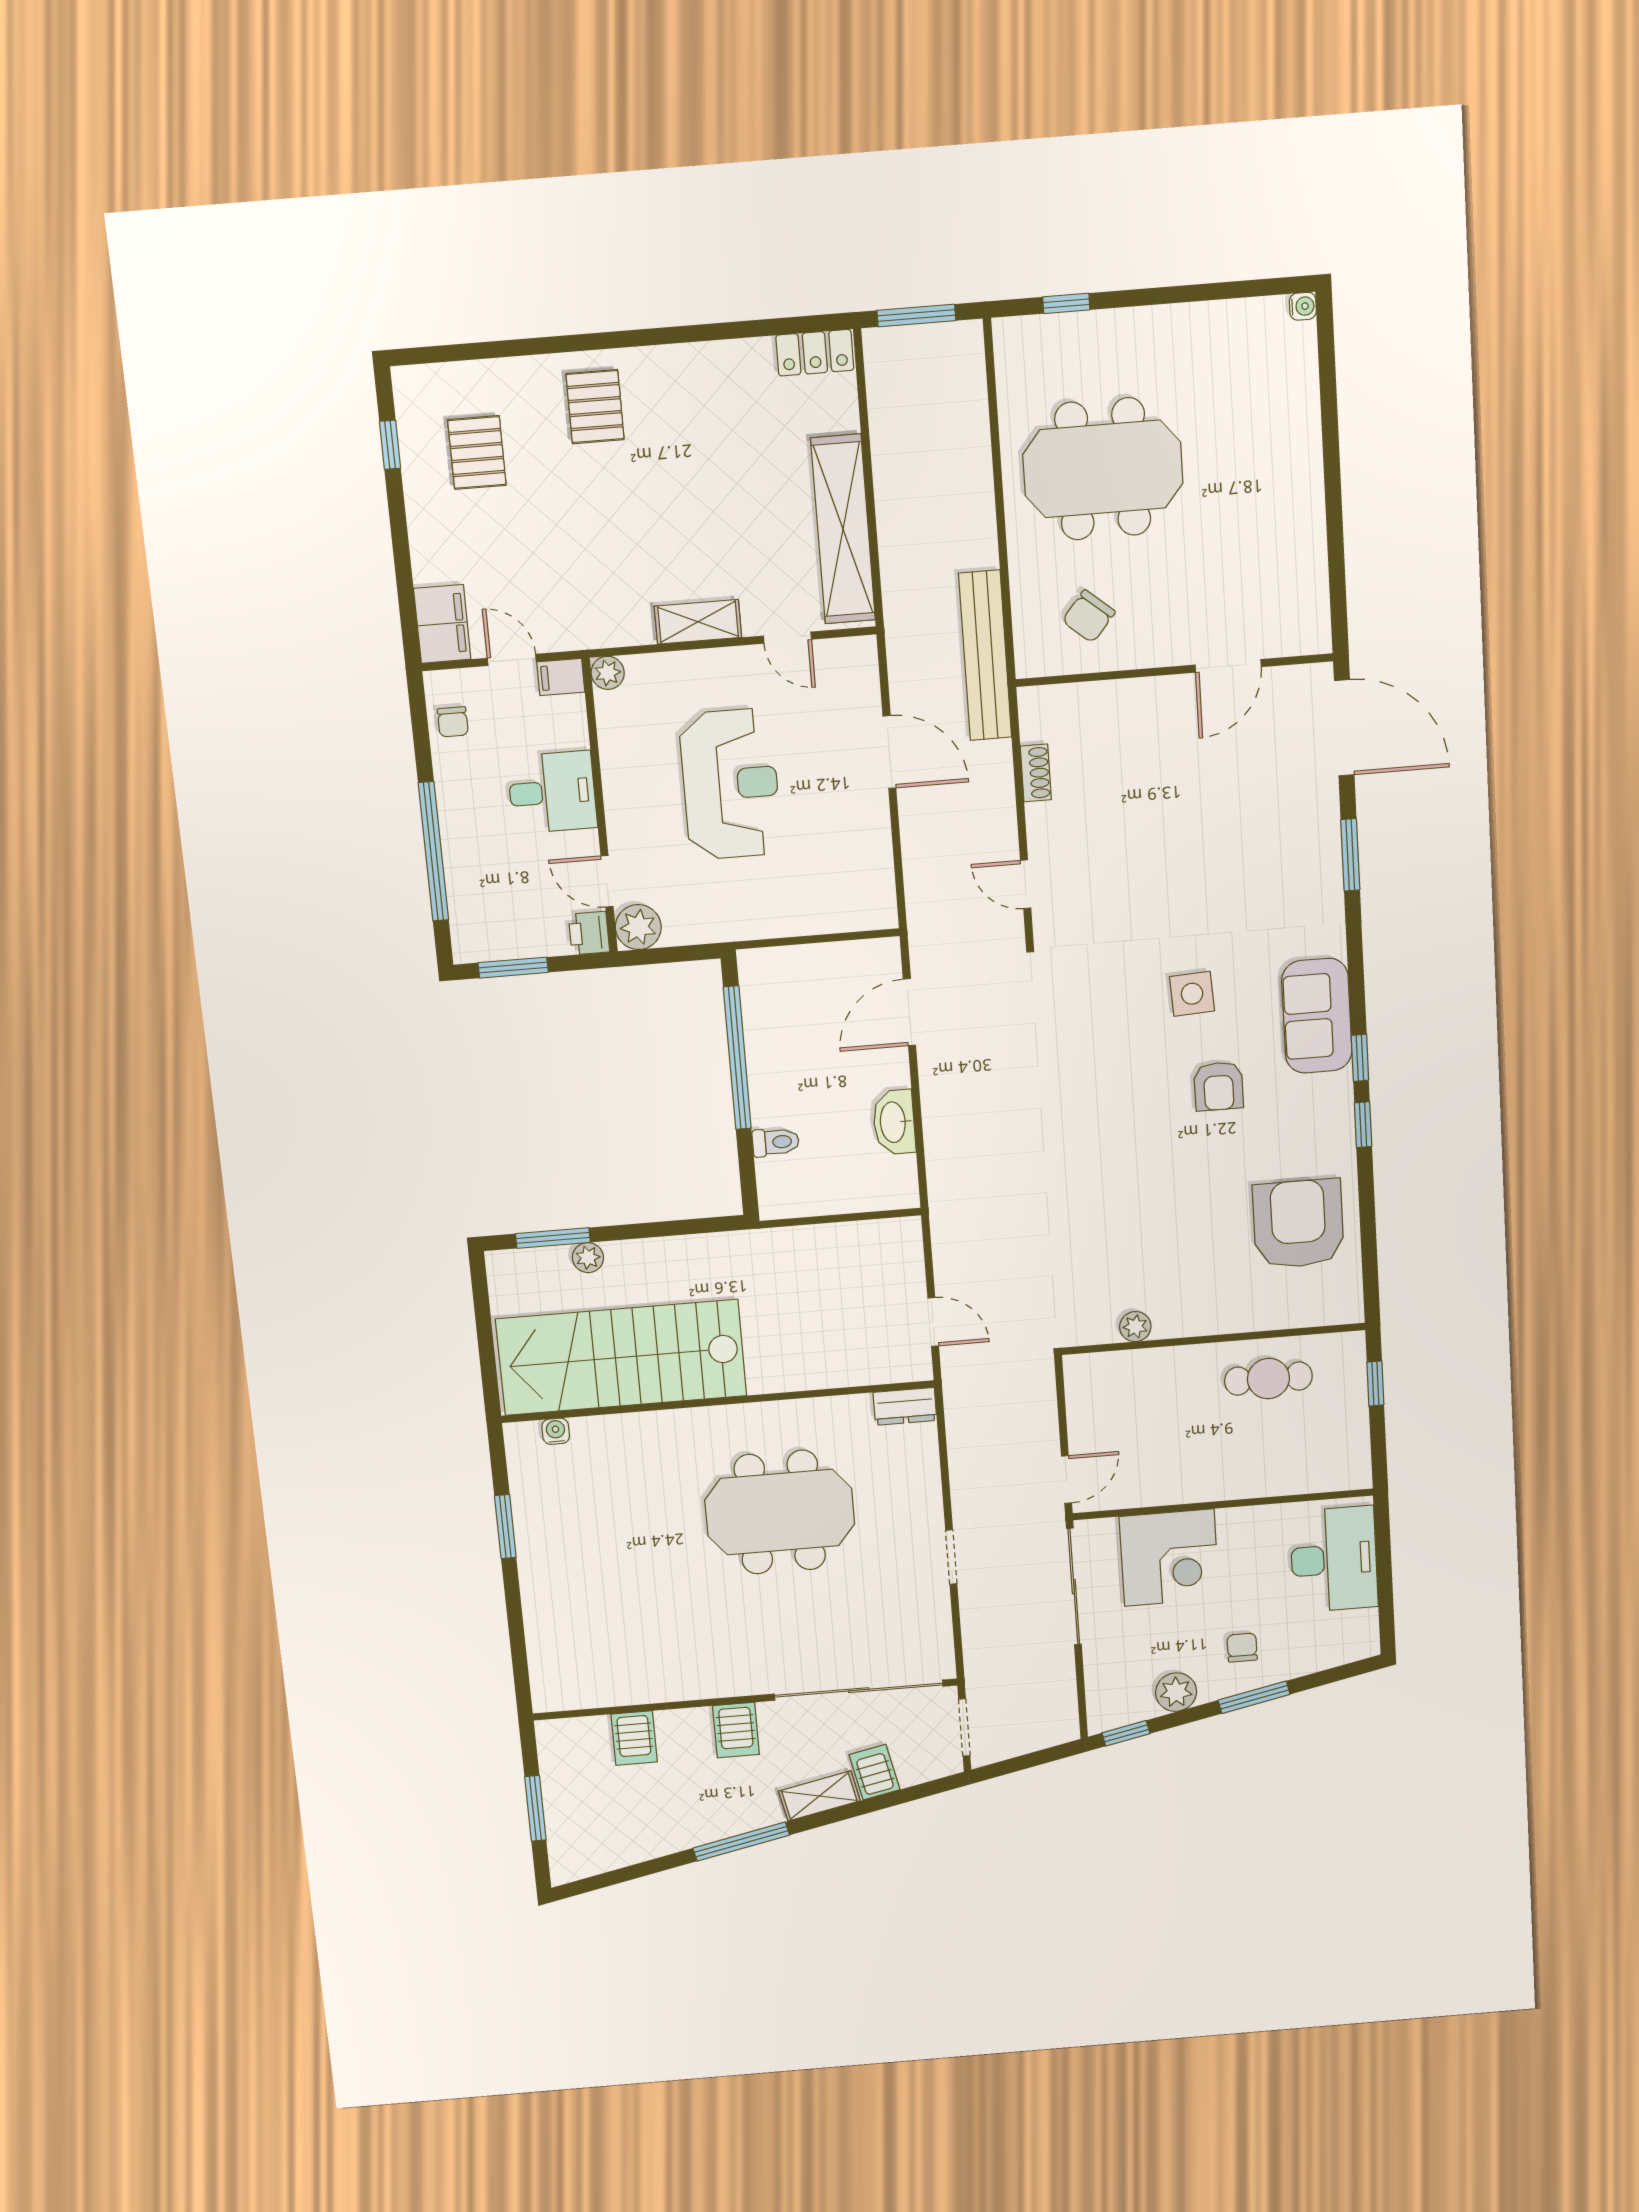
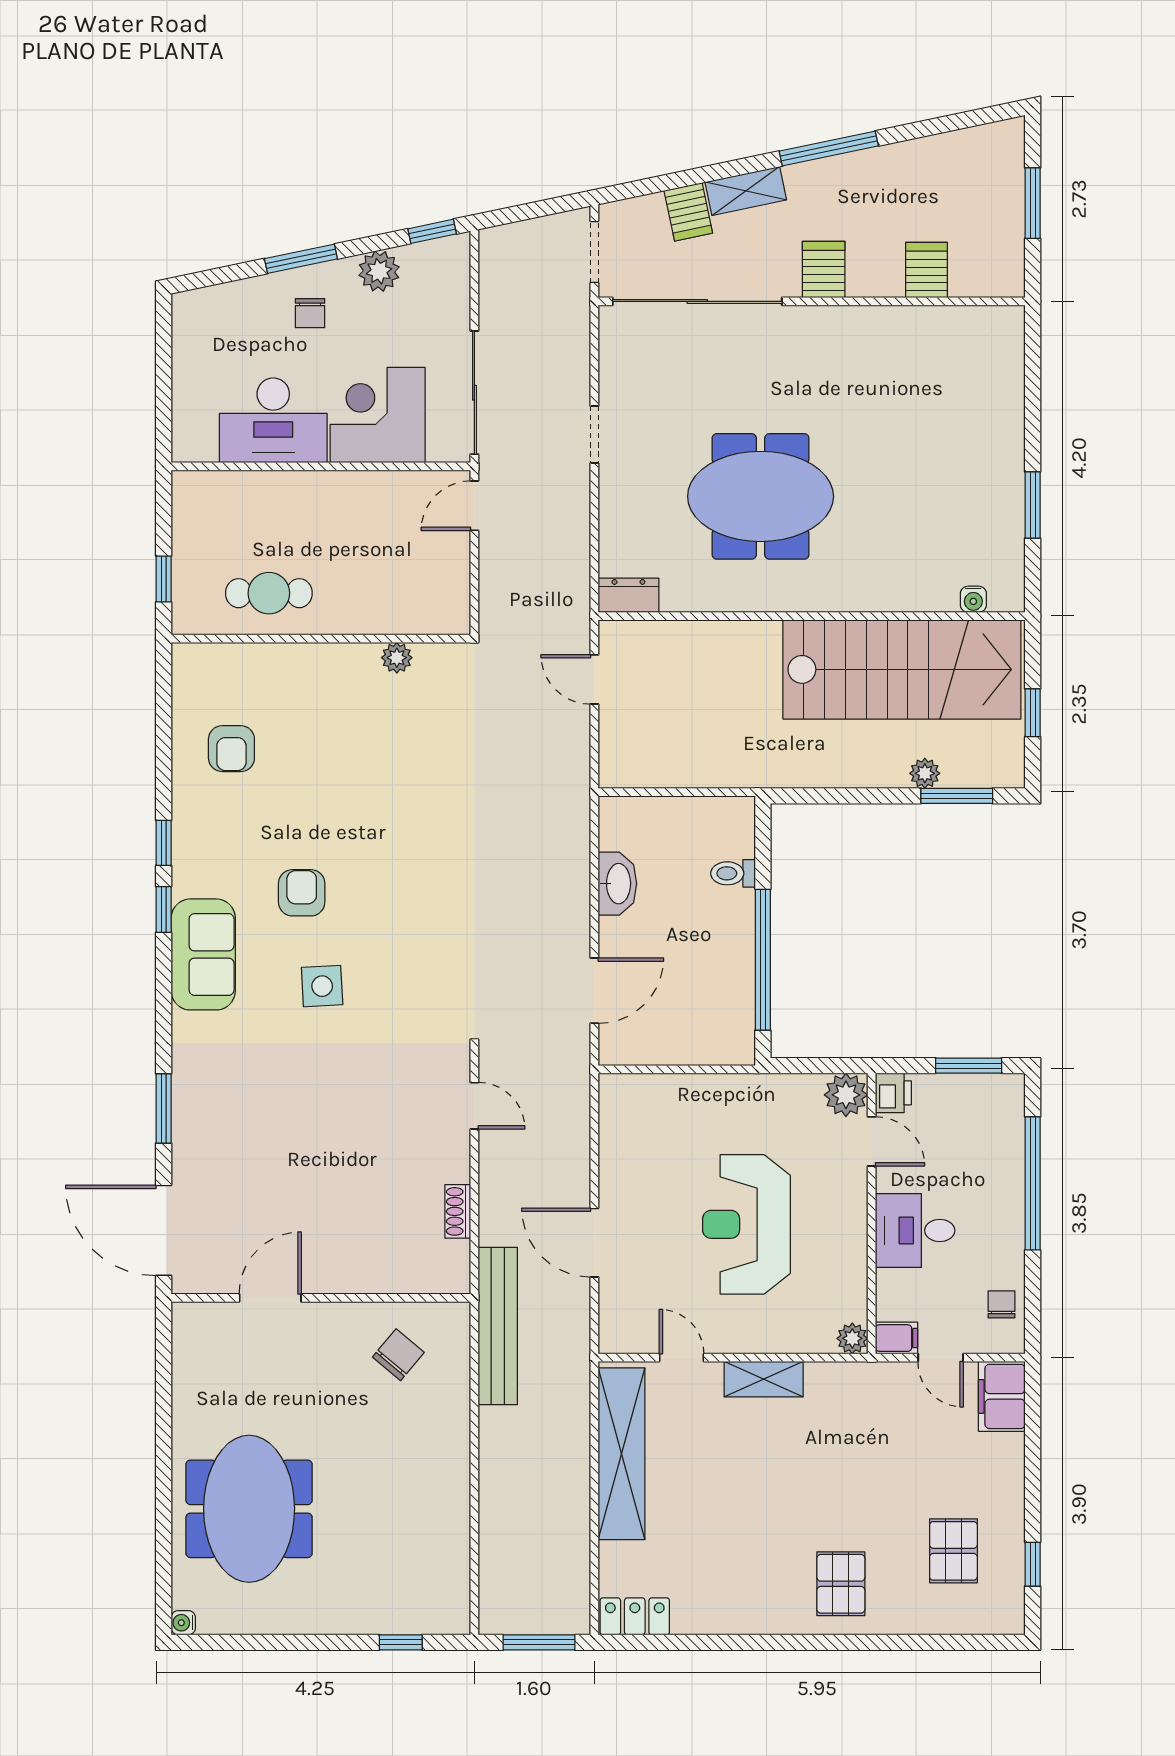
meeting table: (1103, 469) -> (249, 1509), moved, turned 90
armchair: (1298, 1224) -> (231, 749), width x0.53, depth x0.53
window: (484, 1326) -> (1033, 713), added
desk: (1334, 1559) -> (273, 420), moved, turned -90

